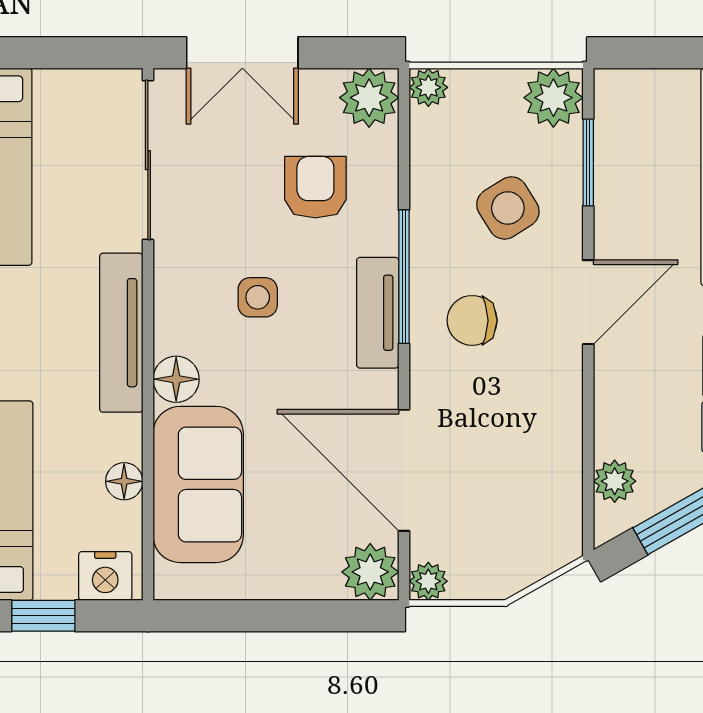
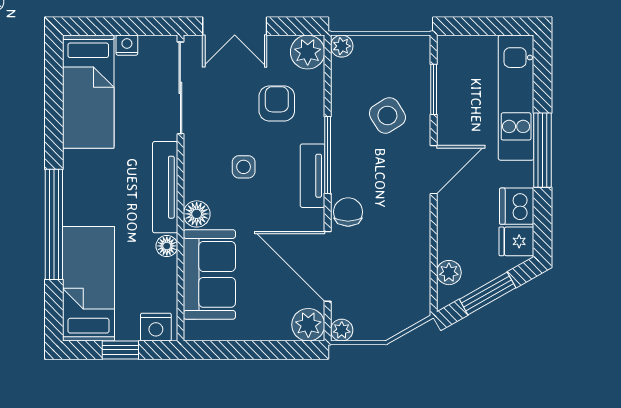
nightstand: (55, 86) -> (127, 45), added
plant: (553, 98) -> (414, 52), removed
chair: (472, 320) -> (348, 212), moved, turned 90
floor lamp: (124, 481) -> (167, 246), moved

